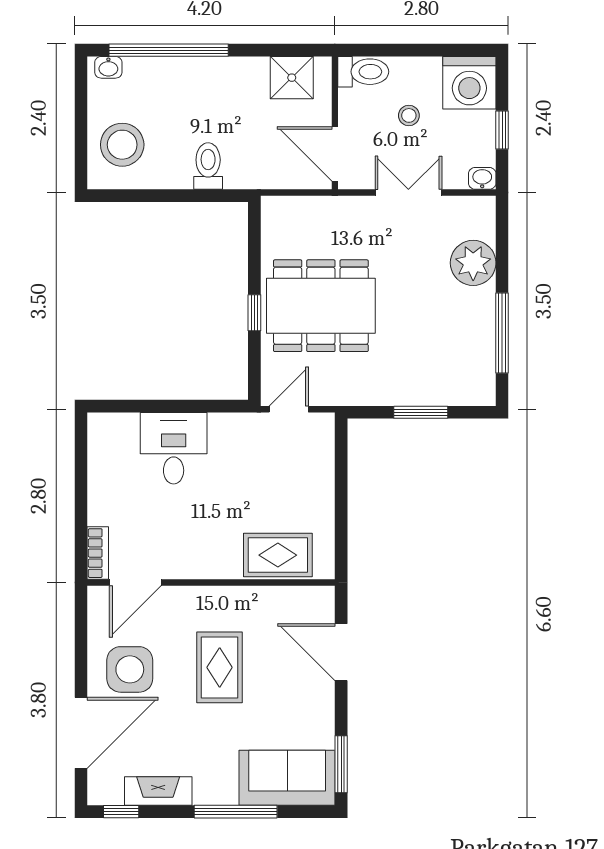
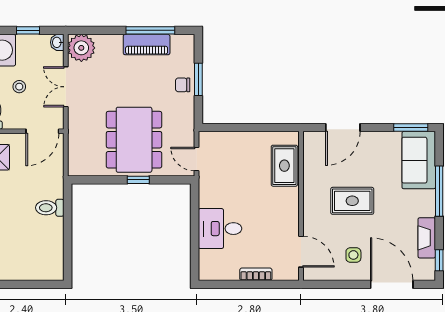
stool: (122, 145) -> (37, 260), removed
plant: (473, 263) -> (81, 48), moved
piano: (479, 327) -> (147, 45), added
chair: (412, 386) -> (183, 85), added
bookcase: (98, 553) -> (256, 274), moved
side table: (130, 669) -> (353, 255), width x0.54, depth x0.54

